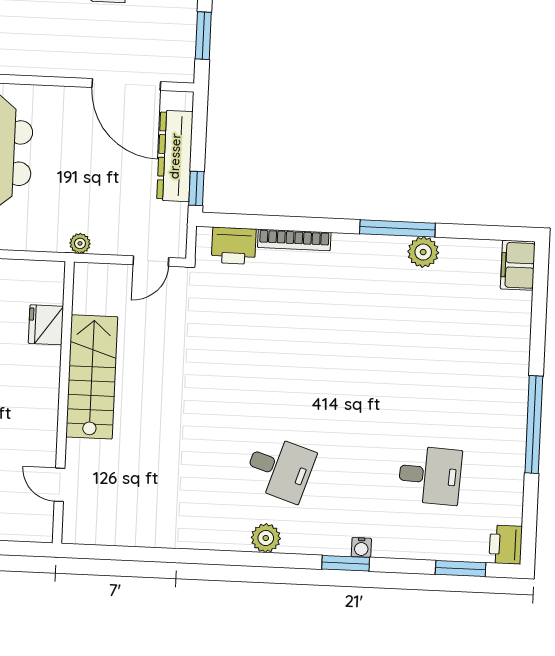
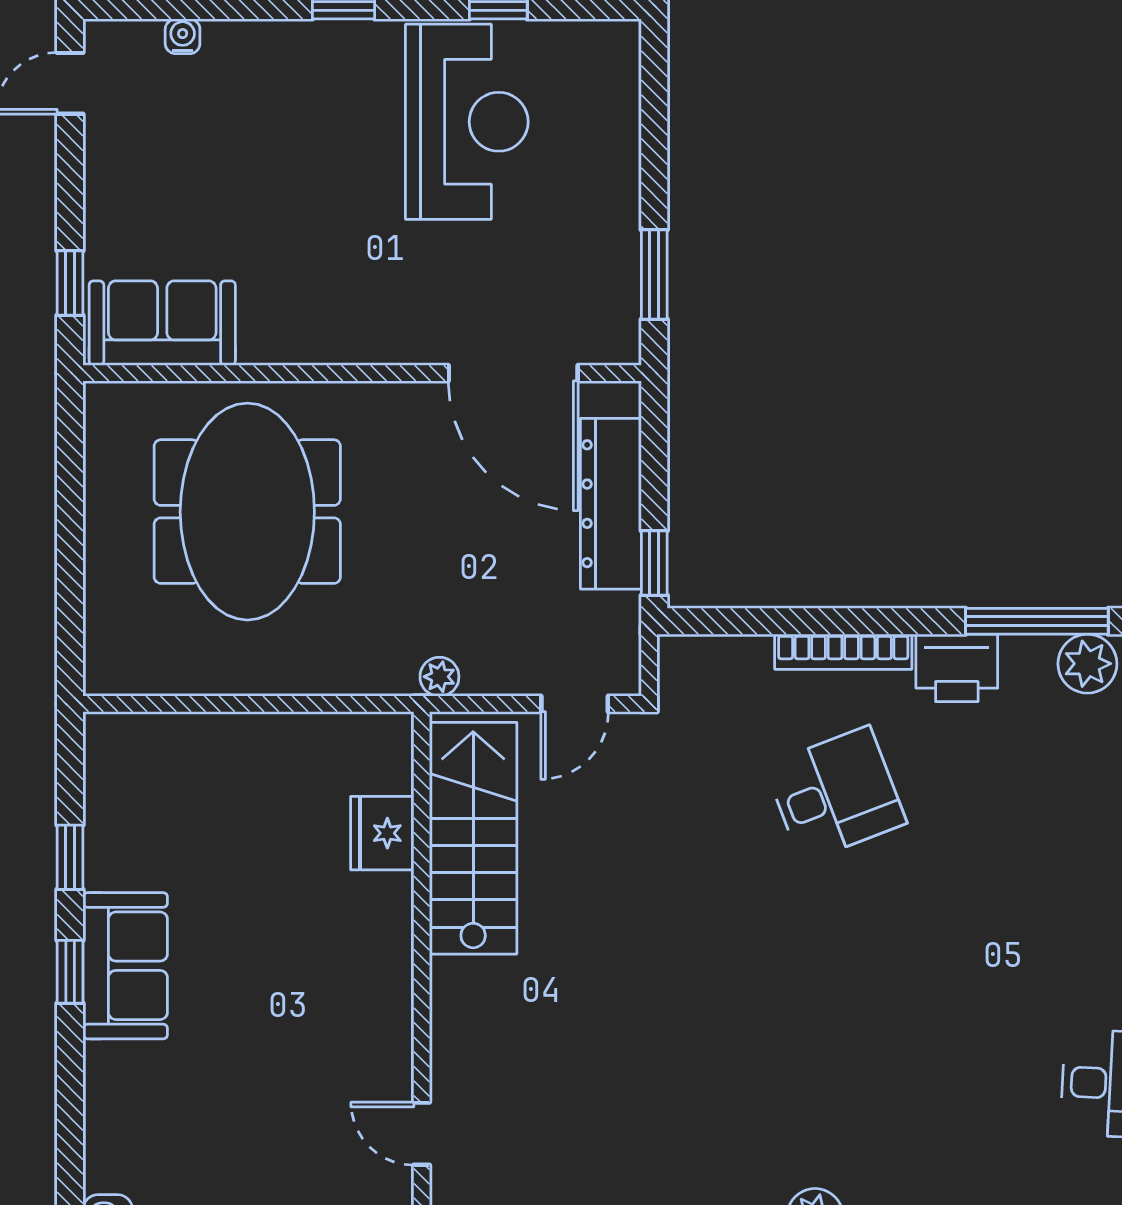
printer: (234, 246) -> (957, 668), moved
stairs: (92, 377) -> (473, 838), moved
desk: (280, 468) -> (836, 794), moved, turned -39

